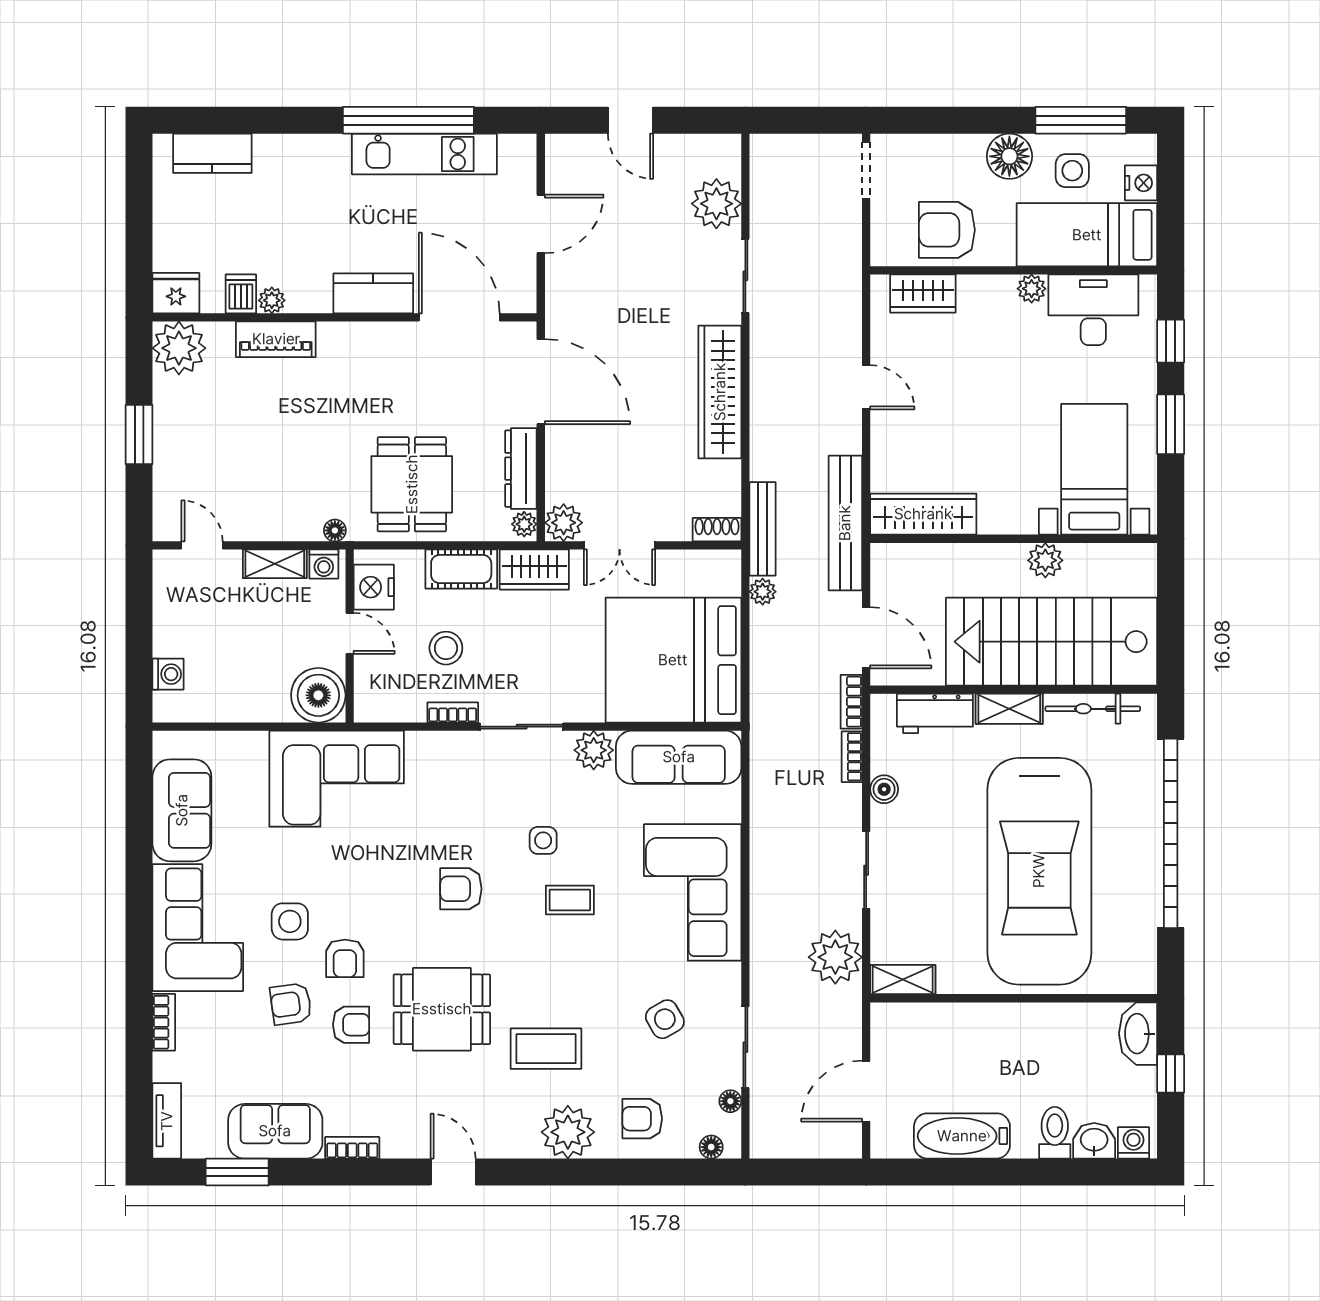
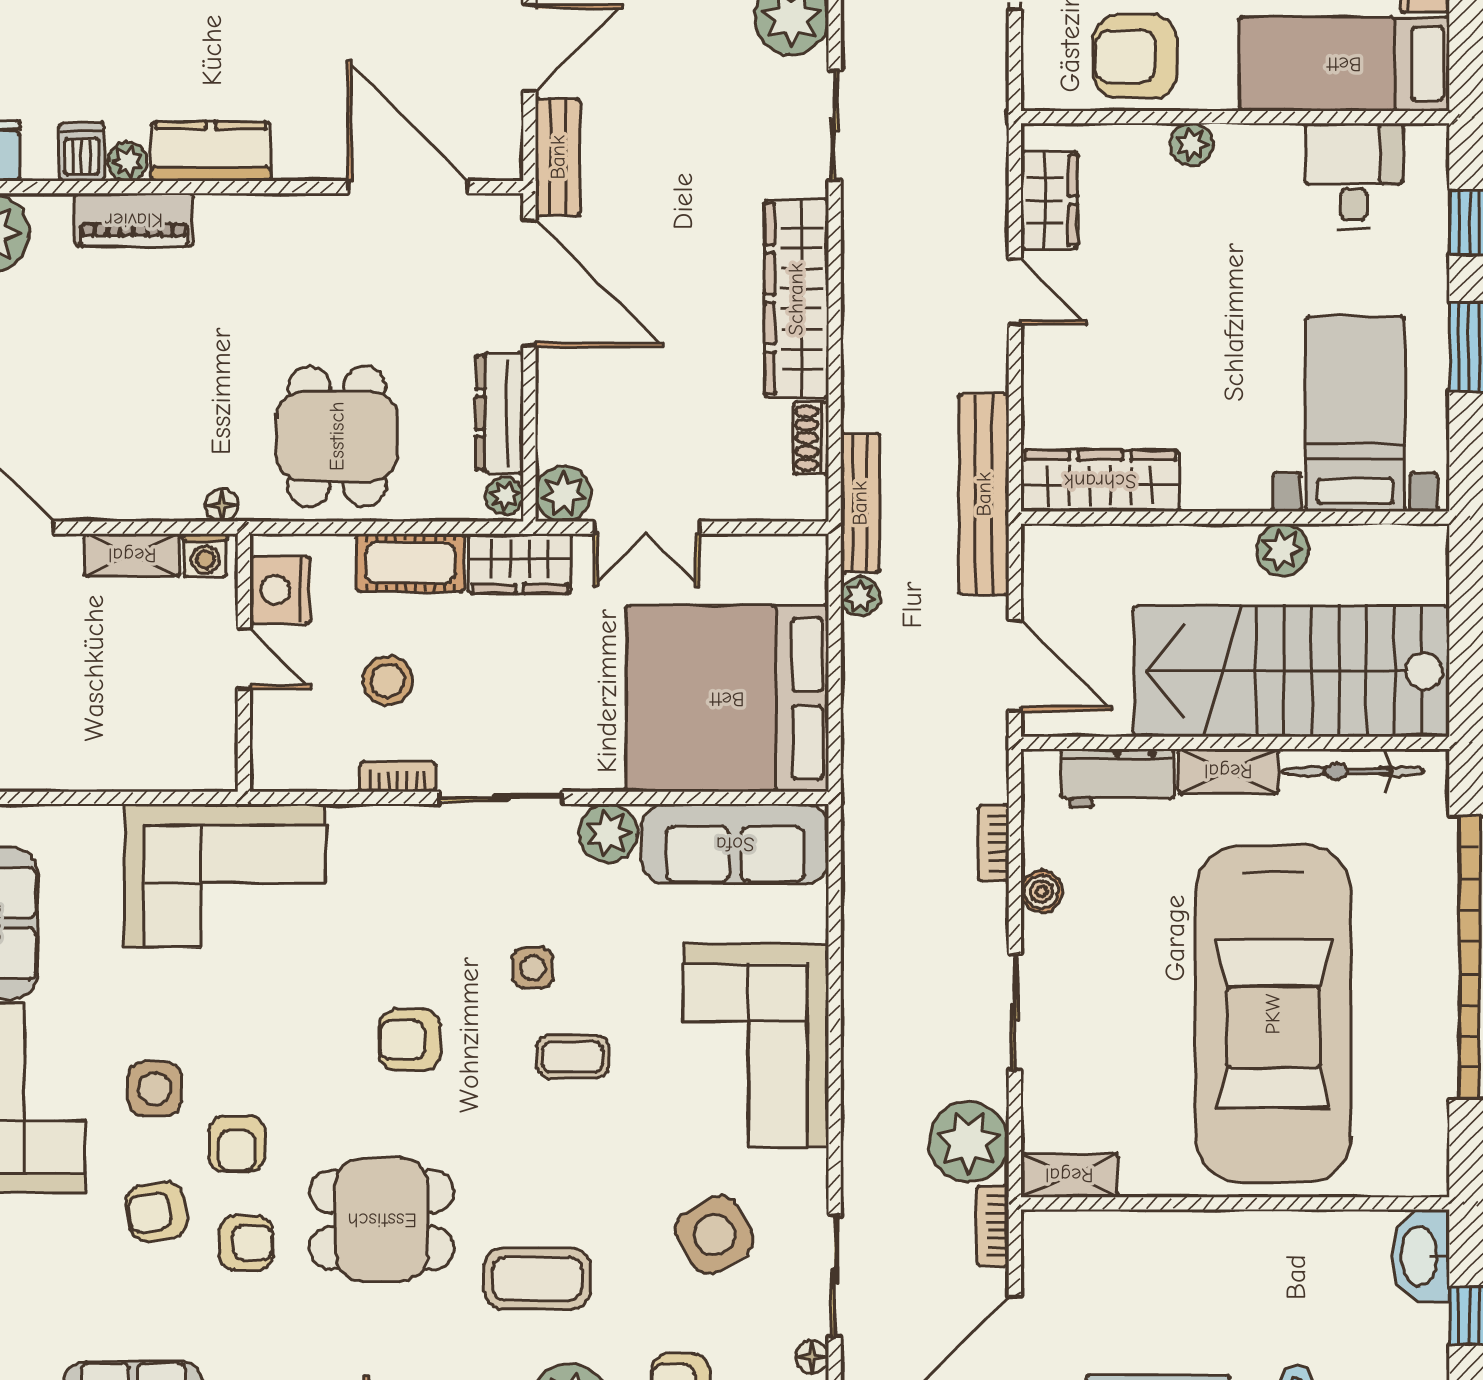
plant: (1032, 289) -> (1192, 144), moved
kitchen counter: (373, 293) -> (211, 151), moved
wardrobe: (923, 293) -> (1049, 200), moved, turned -90
bench: (560, 297) -> (558, 157), added
desk: (1093, 310) -> (1354, 176), width x0.73
shoe rack: (717, 530) -> (811, 438), moved, turned -90
boiler: (318, 695) -> (197, 751), removed
bookcase: (851, 702) -> (993, 1226), moved
side table: (665, 1019) -> (714, 1235), width x1.37, depth x1.37

